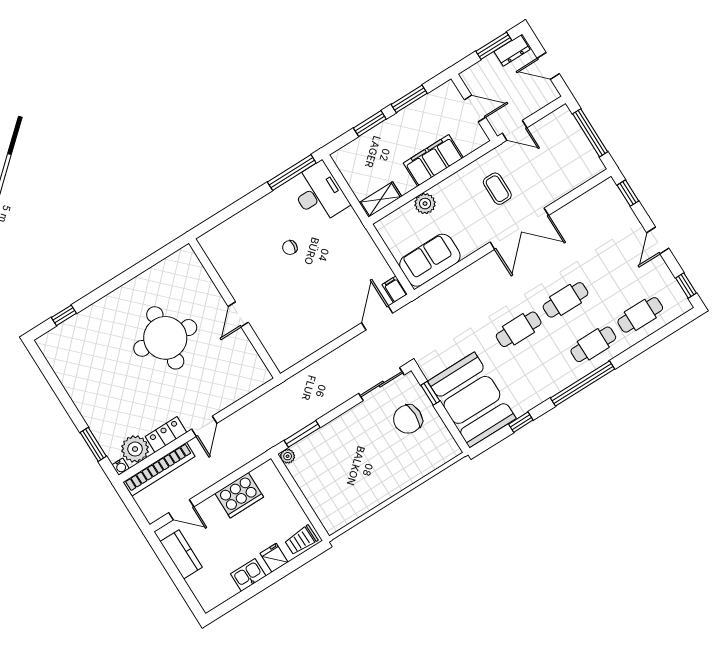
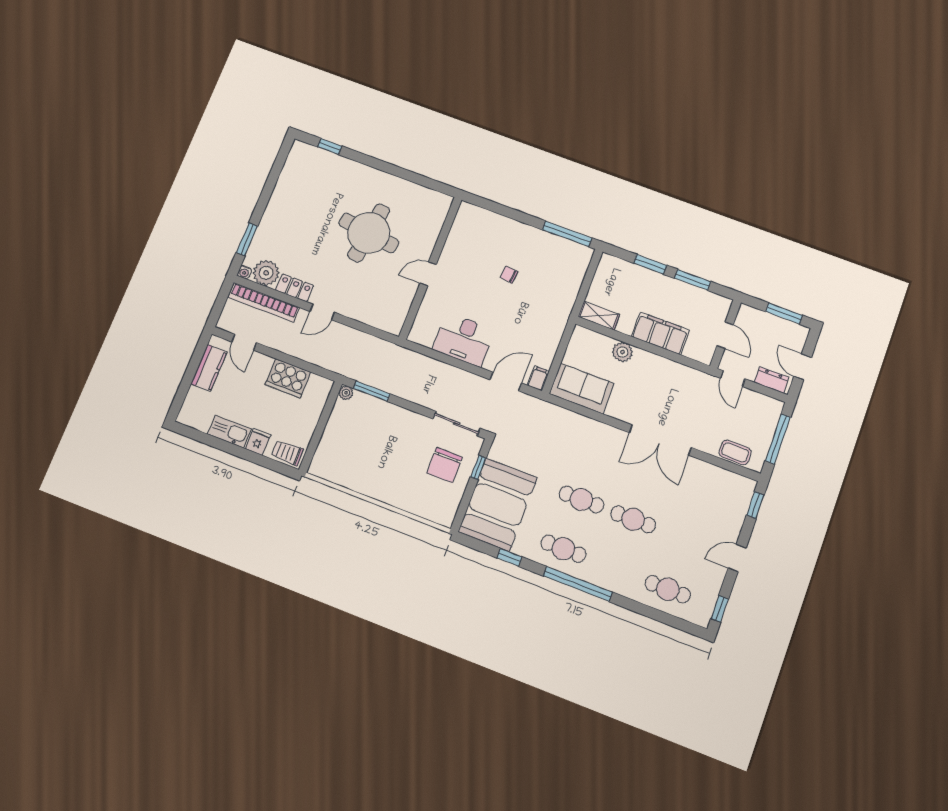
dresser: (512, 51) -> (772, 380), moved, turned 180
coffee table: (497, 189) -> (735, 452), moved, turned 90
desk: (319, 193) -> (464, 340), moved, turned 90
cafe table: (593, 344) -> (563, 549), moved
chair: (408, 419) -> (445, 465), turned -90
kitchen sink: (248, 575) -> (230, 432), width x1.38

